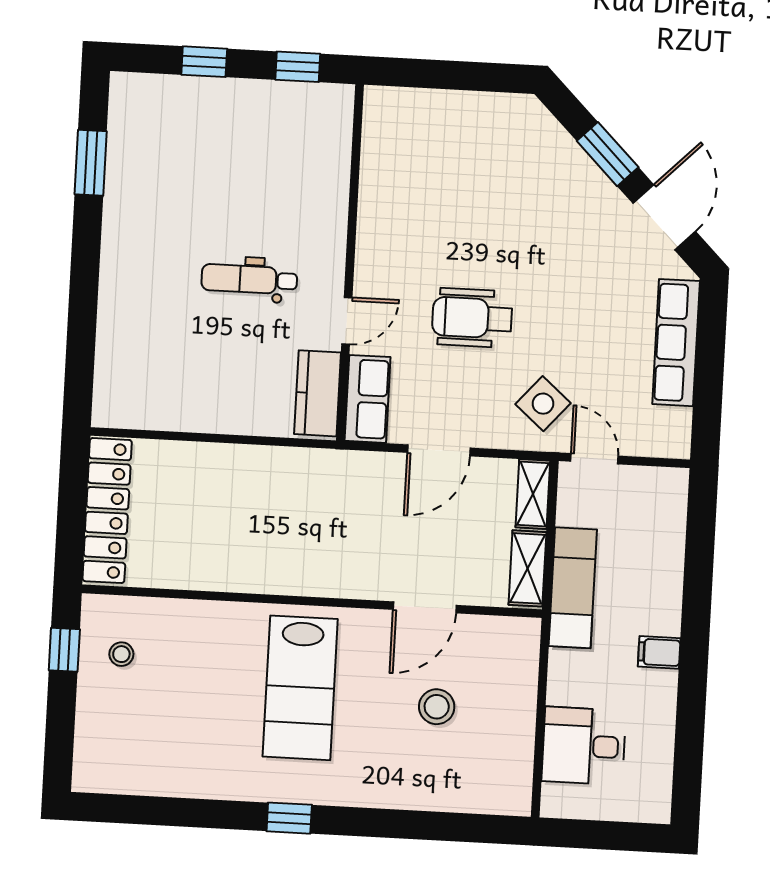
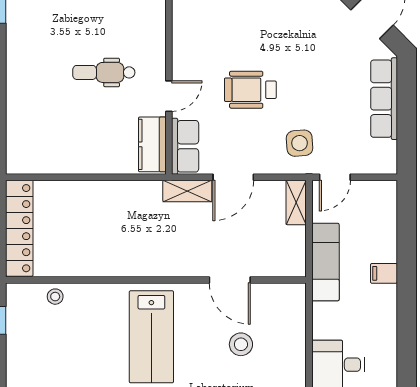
side table: (543, 404) -> (300, 143), turned 45
door: (594, 459) -> (335, 177), swing flipped
shelving: (527, 568) -> (187, 191), moved, turned 90
door: (425, 607) -> (230, 280), hinge flipped
filing cabinet: (659, 652) -> (384, 273), moved
stool: (121, 654) -> (55, 297), moved

